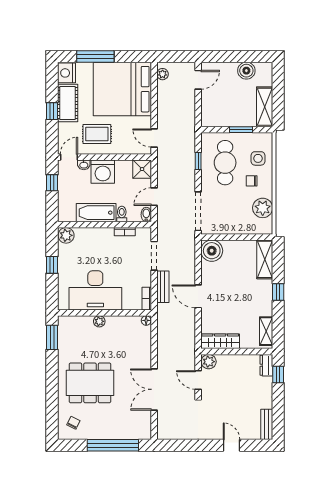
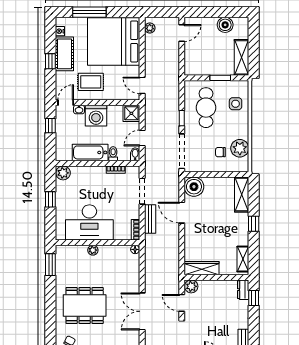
nightstand: (67, 73) -> (60, 31), width x0.53, depth x0.56
window: (198, 161) -> (182, 118), moved
chair: (252, 181) -> (220, 152), moved
door: (198, 296) -> (182, 213), moved

